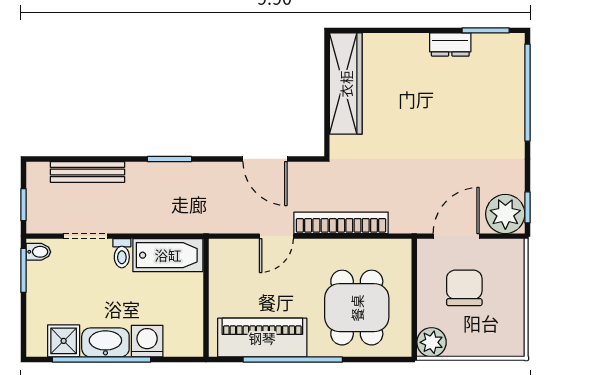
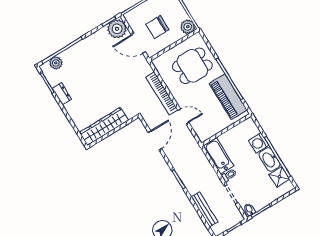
plant: (512, 68) -> (56, 63), added

